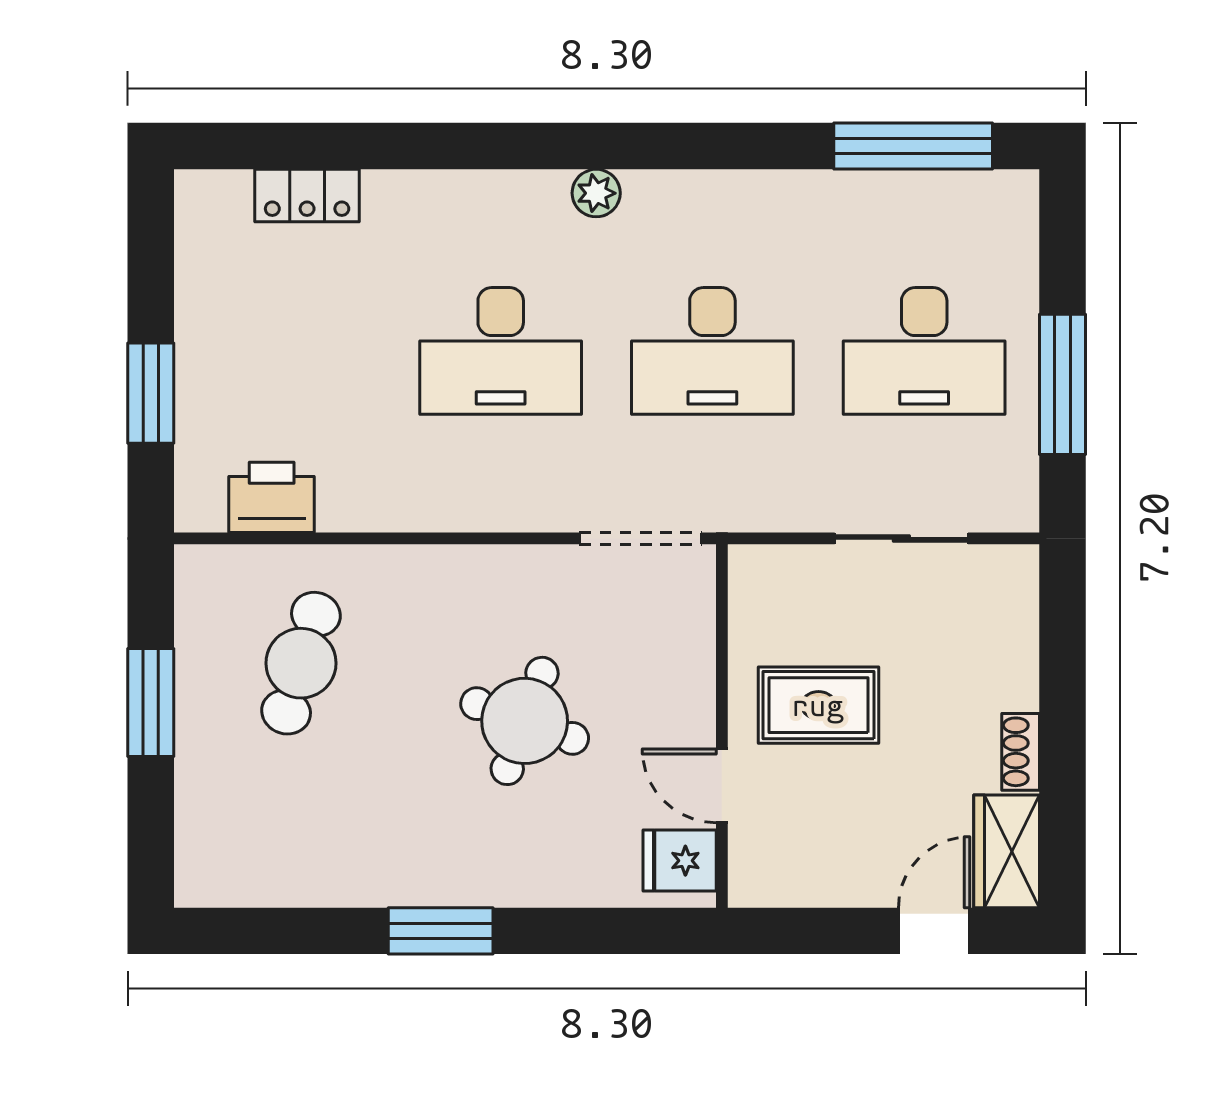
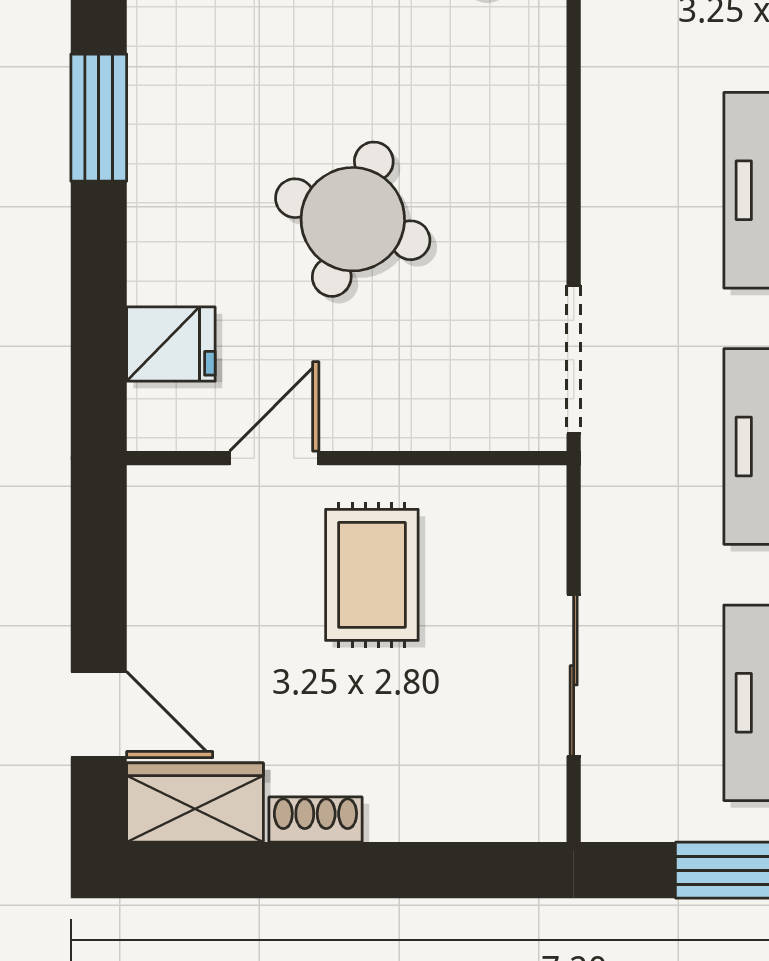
fridge: (680, 861) -> (171, 344), moved, turned 90

